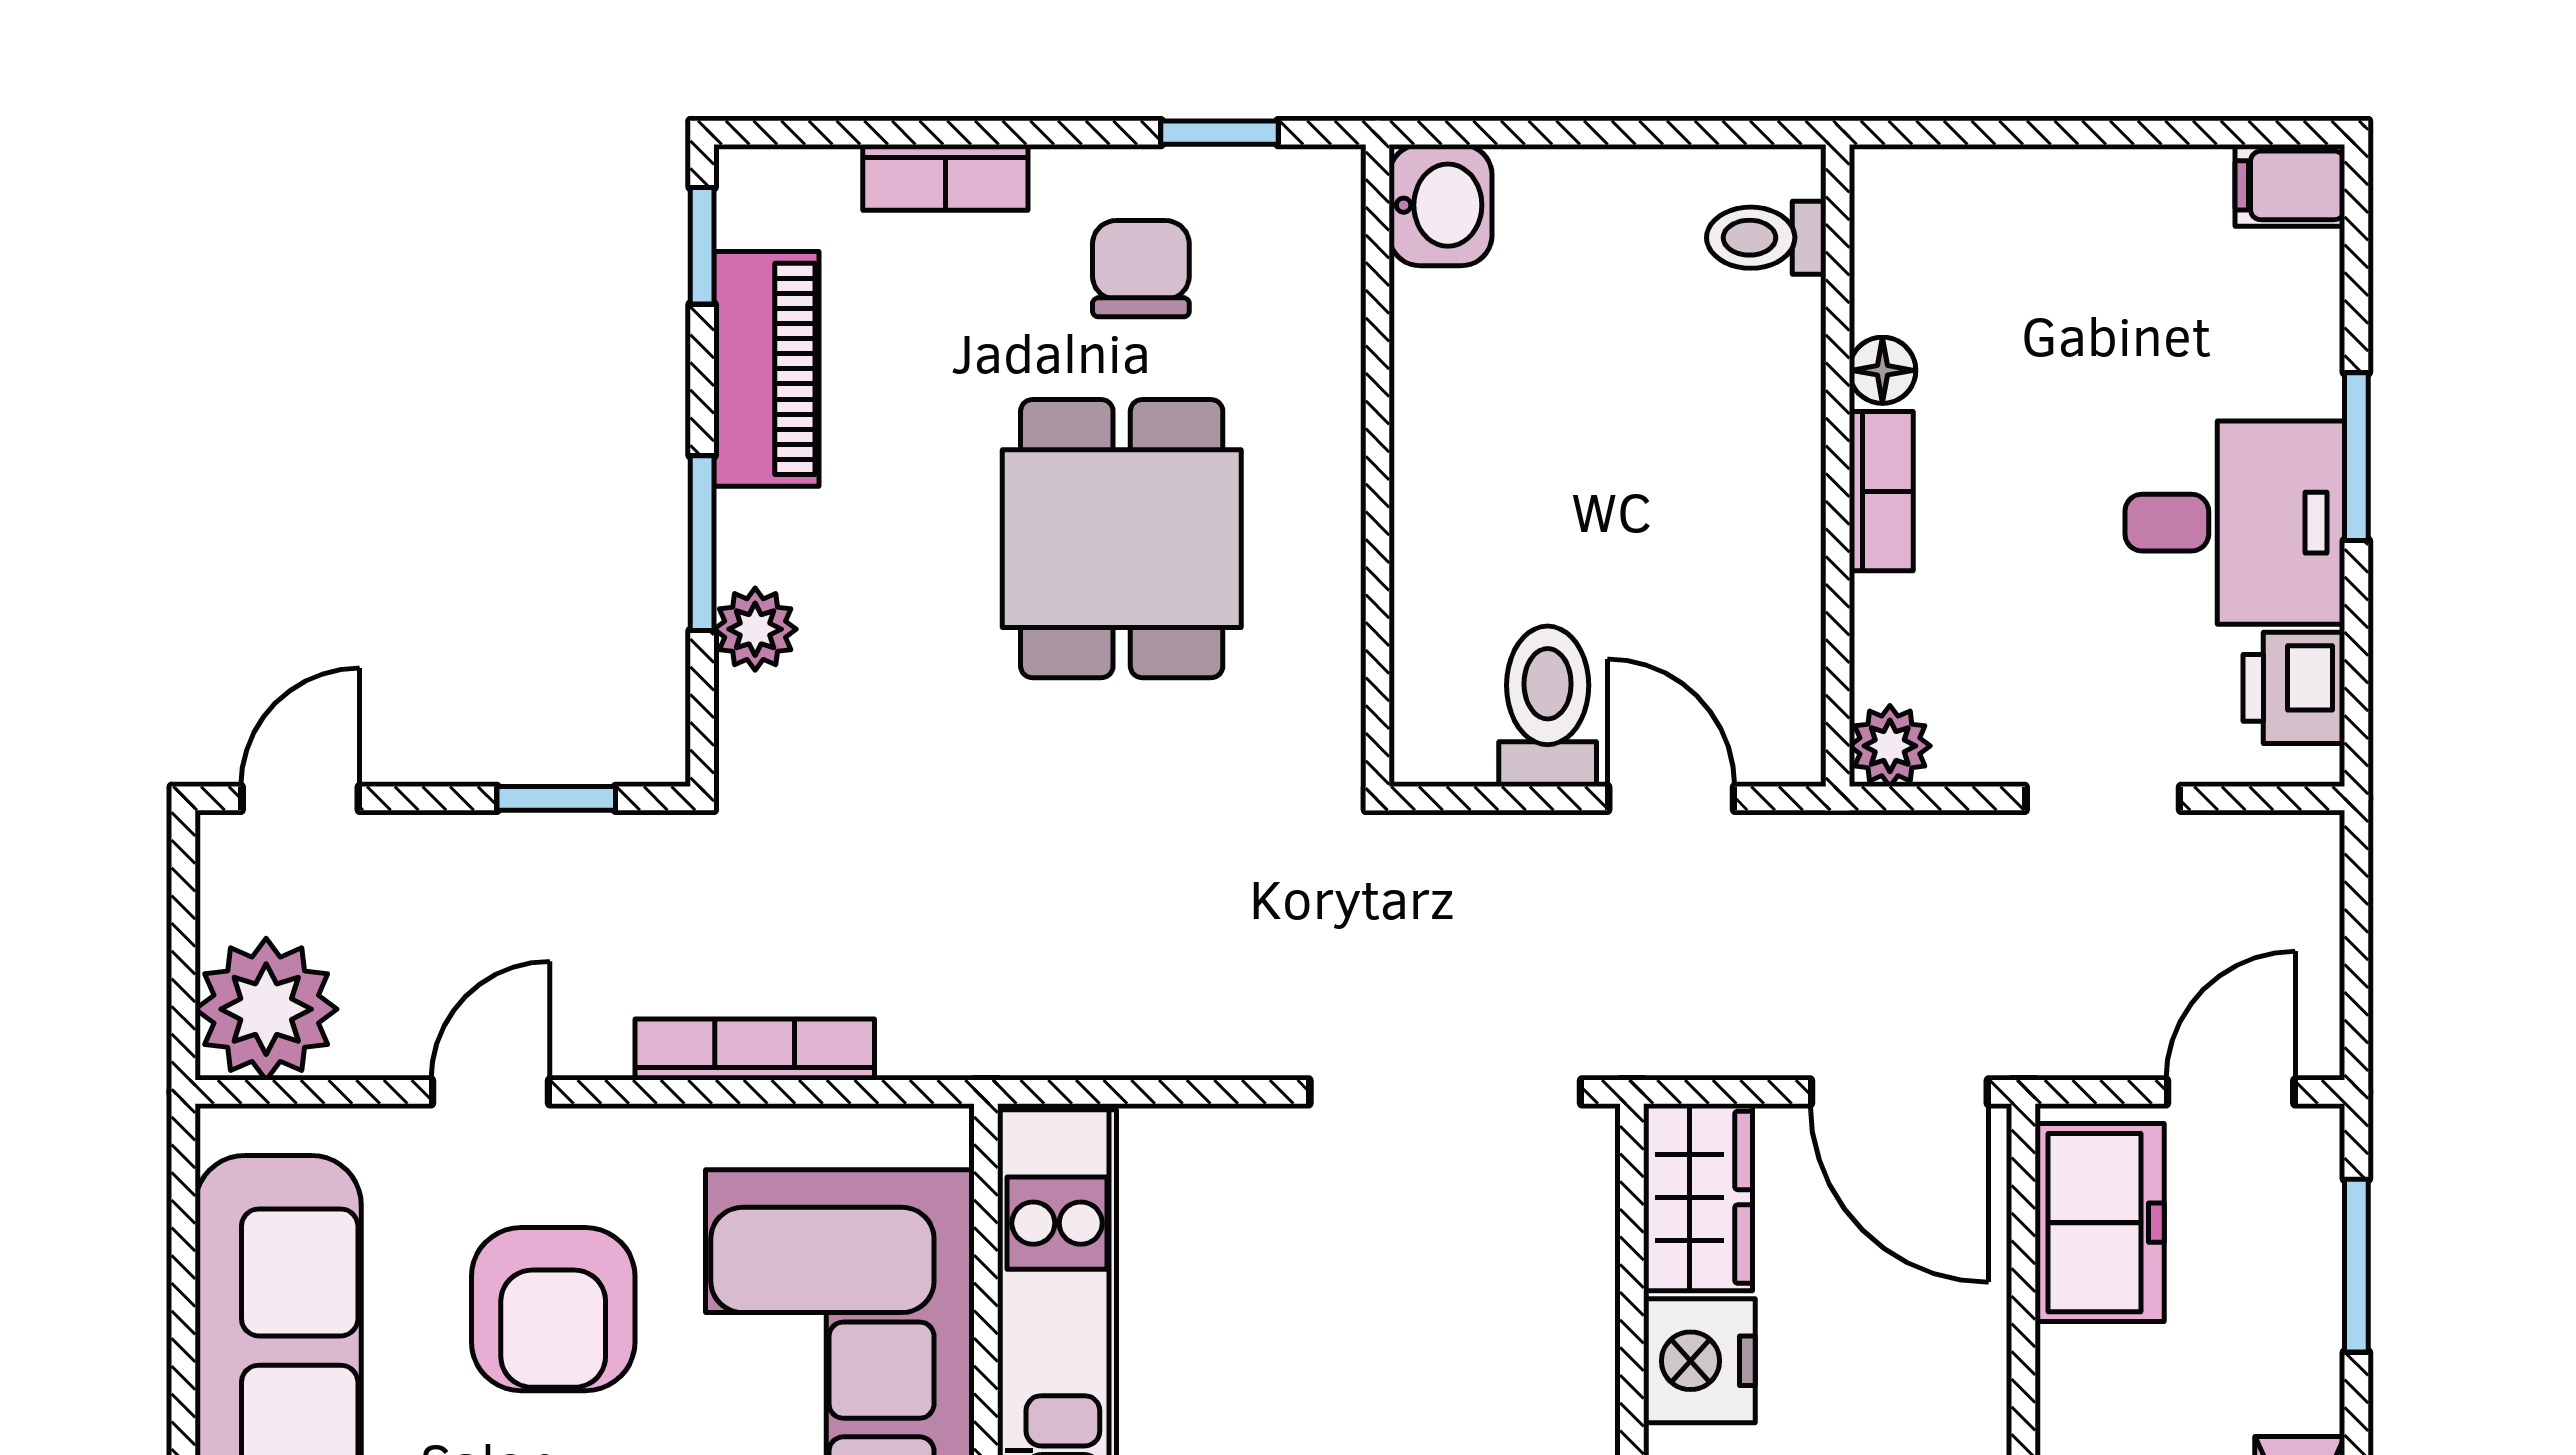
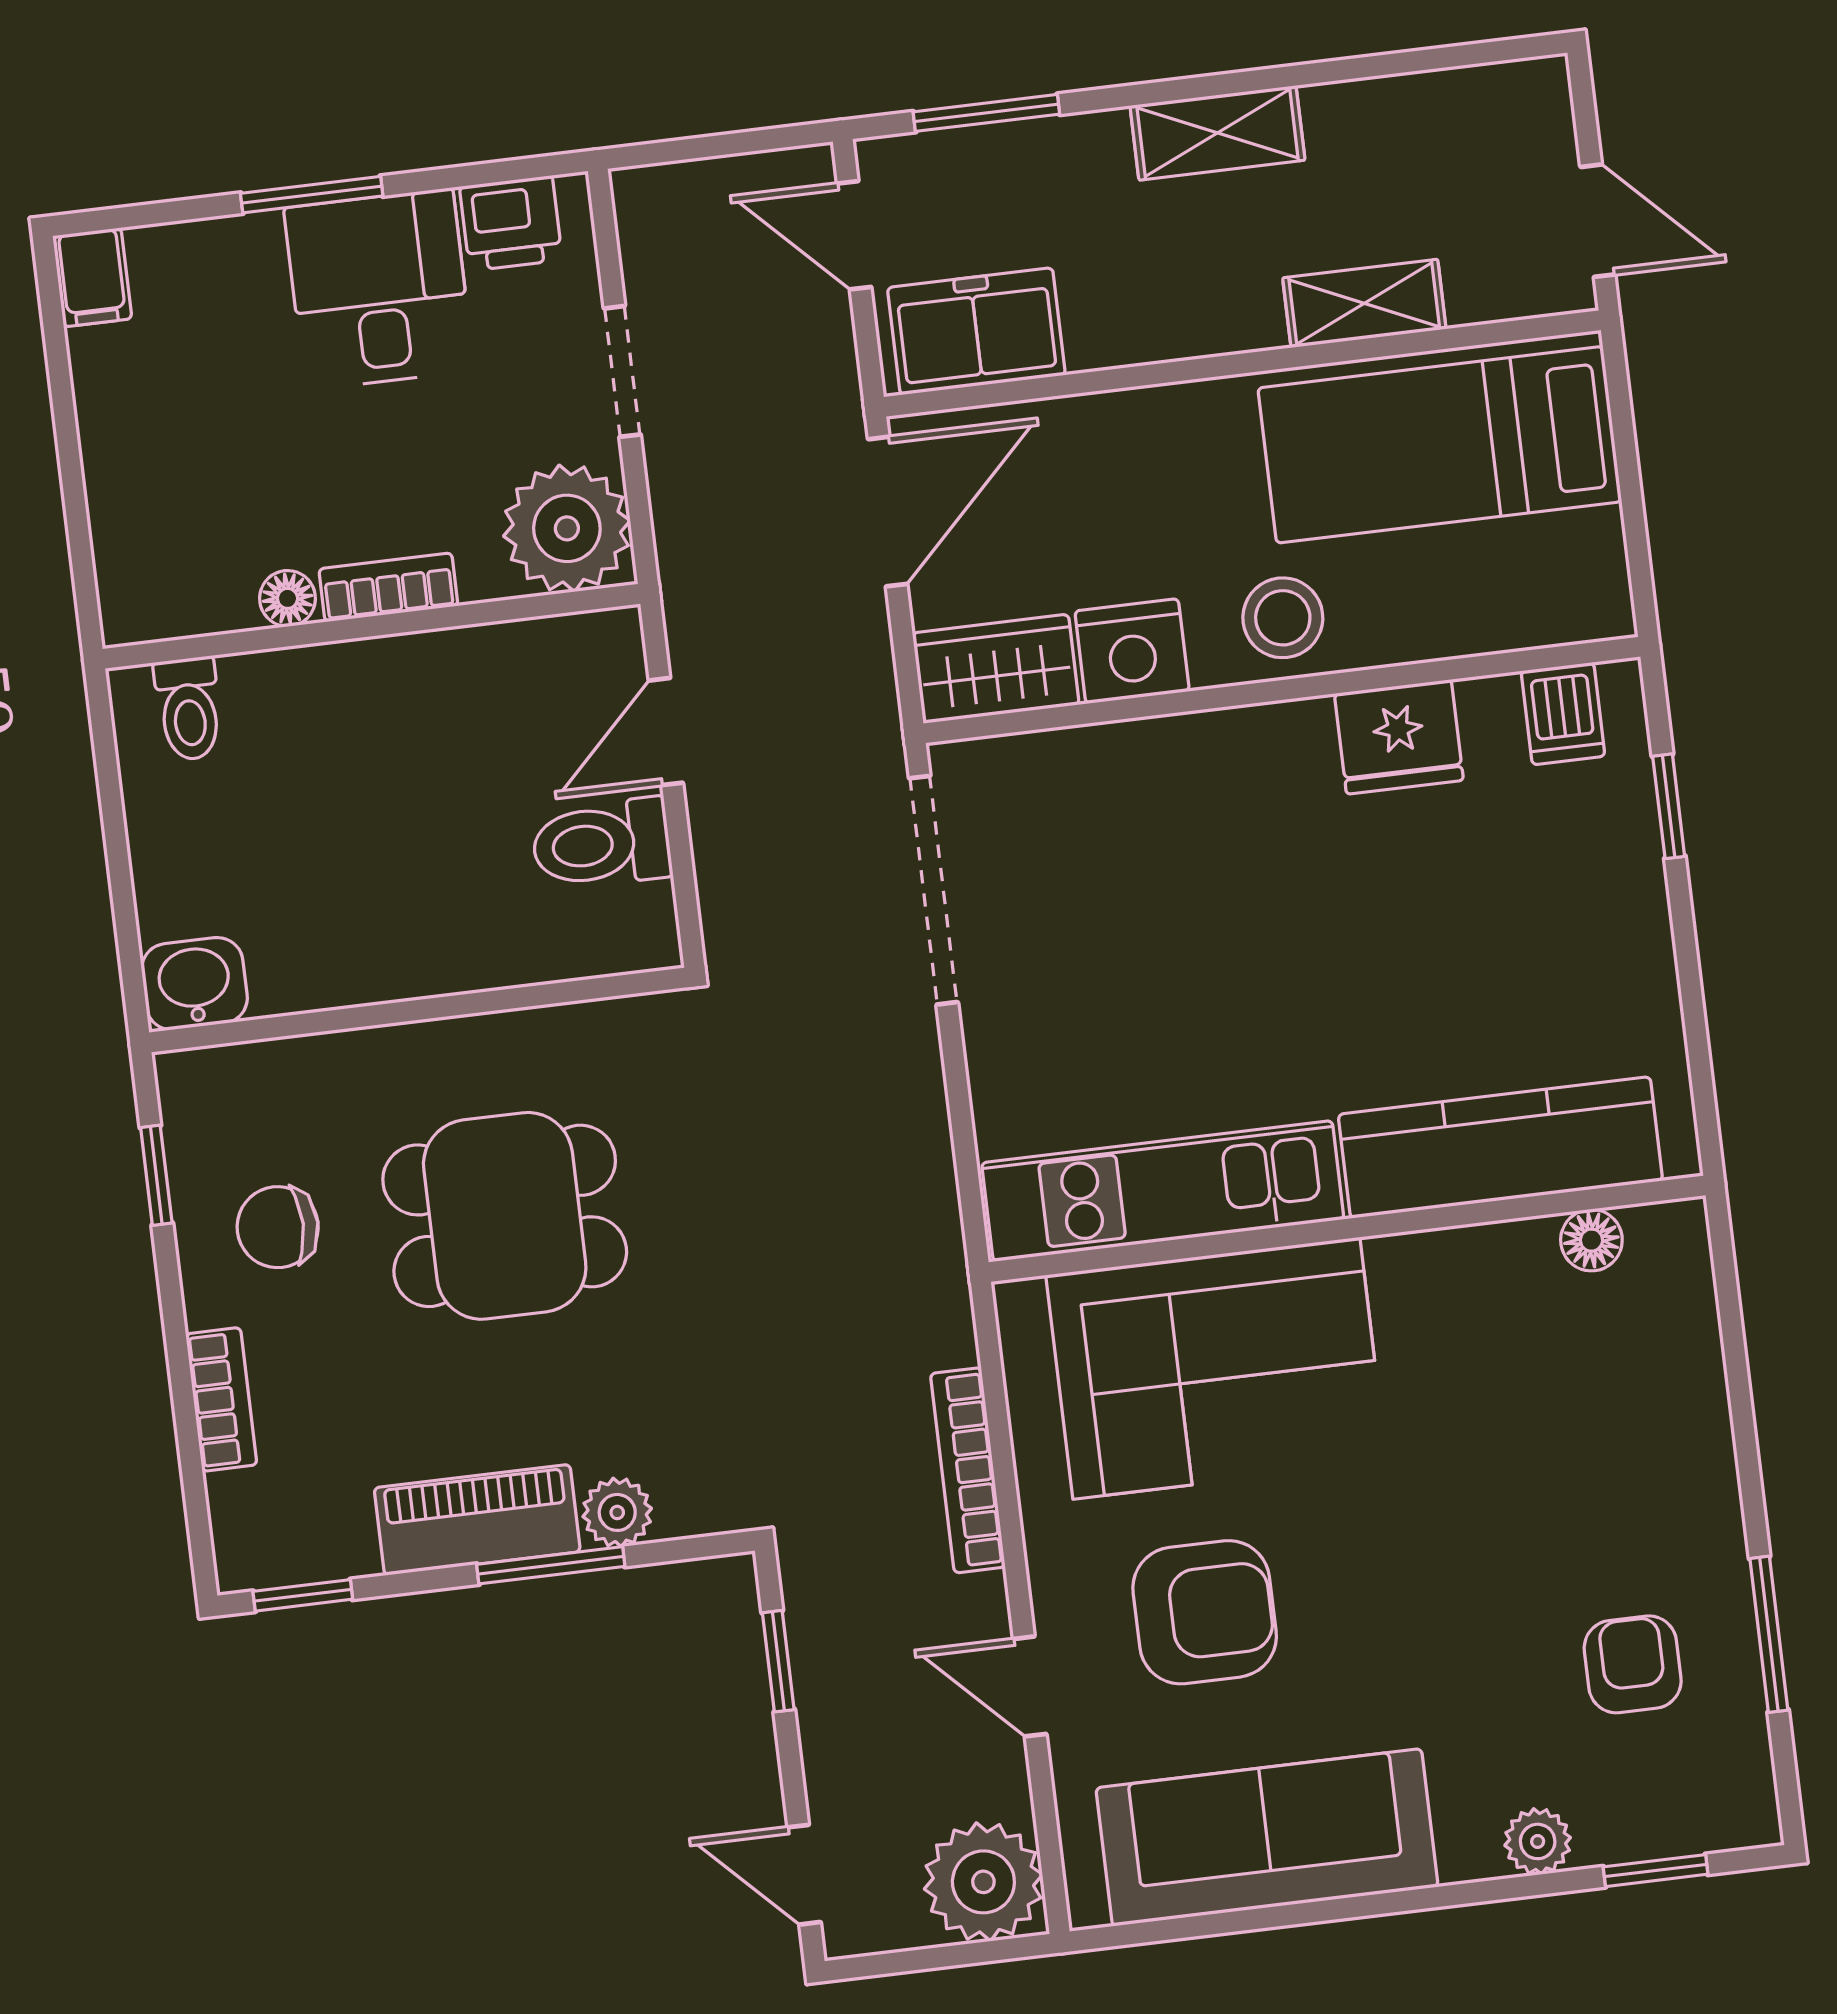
piano: (766, 369) -> (477, 1520), moved
plant: (1890, 746) -> (567, 528), width x1.87, depth x1.87

